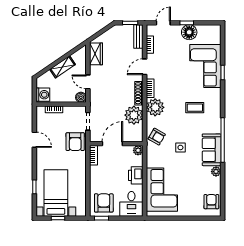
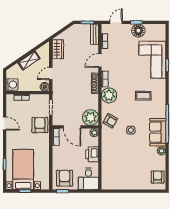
door: (88, 82) -> (51, 73), hinge flipped
plant: (134, 115) -> (91, 117), moved
armchair: (75, 142) -> (40, 125), turned 180
door: (112, 144) -> (72, 127), swing flipped
corner sofa: (162, 190) -> (115, 167), removed

